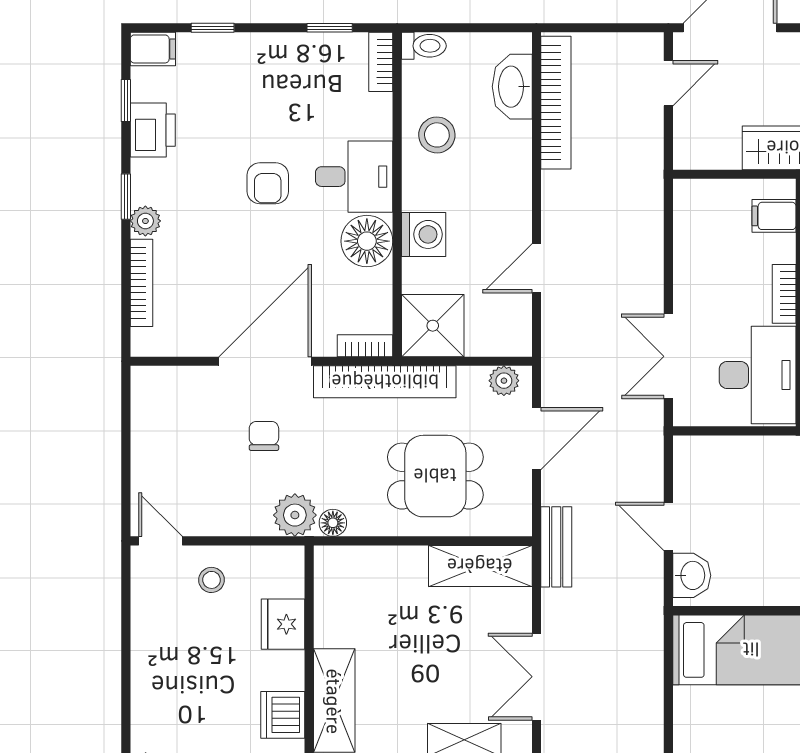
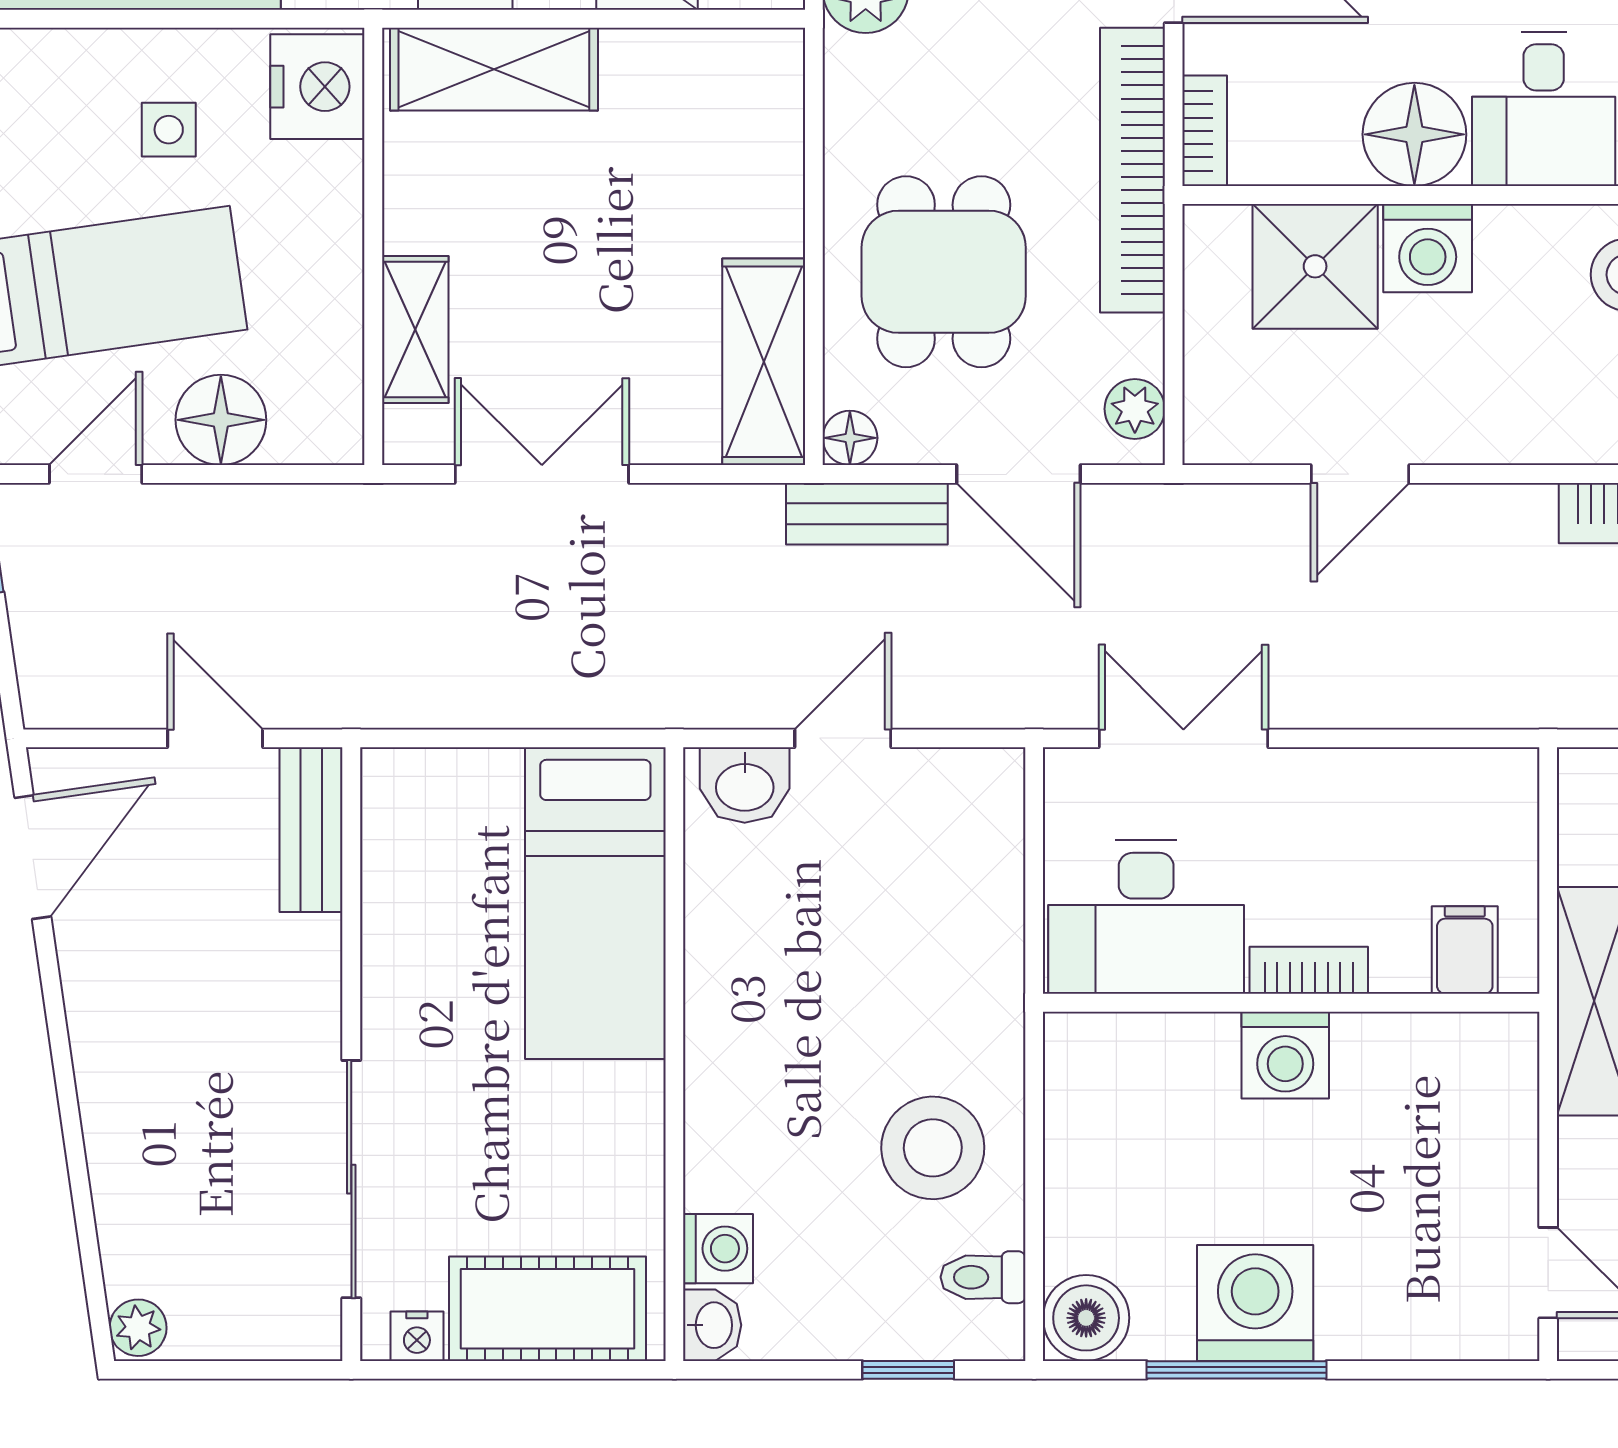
door: (536, 268) -> (1360, 474), swing flipped
shower: (433, 326) -> (1315, 266), moved
floor lamp: (333, 523) -> (850, 438), moved
bench: (556, 547) -> (867, 514), moved

